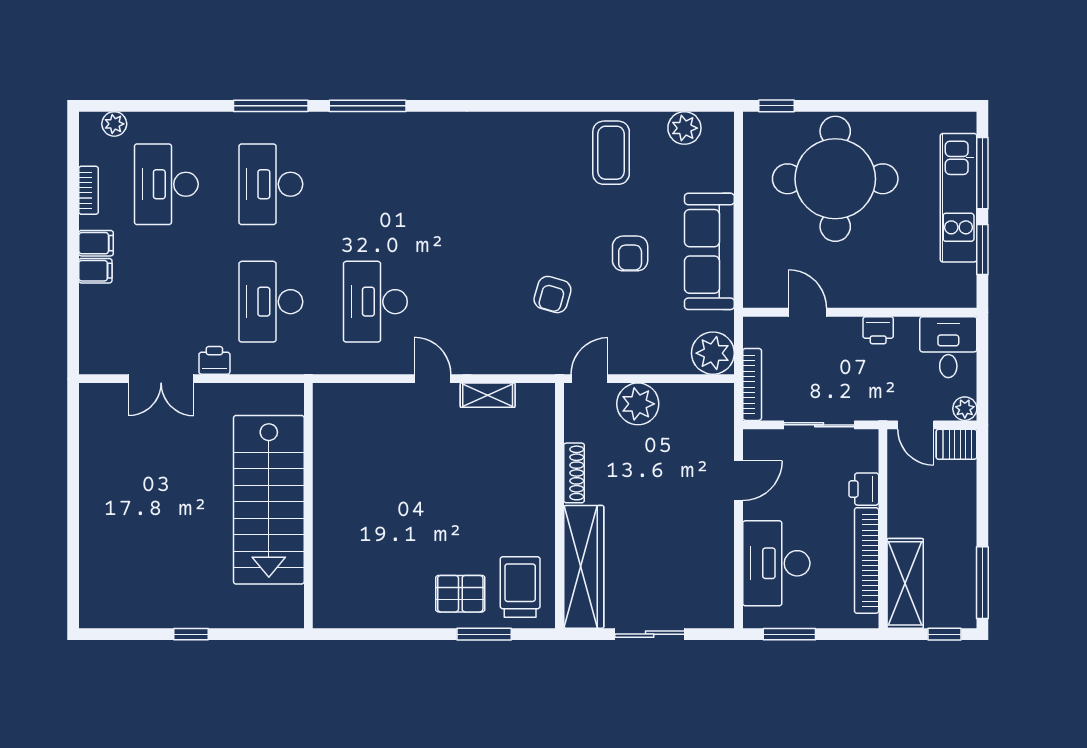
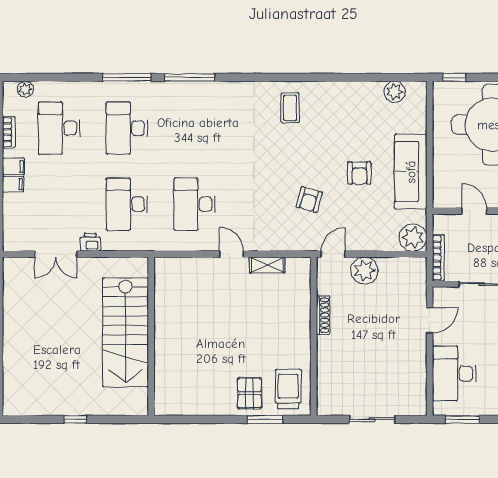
coffee table: (611, 153) -> (290, 108), moved, width x0.73, depth x0.77
wardrobe: (584, 567) -> (329, 376), removed
pallet: (460, 594) -> (249, 393), turned 90

